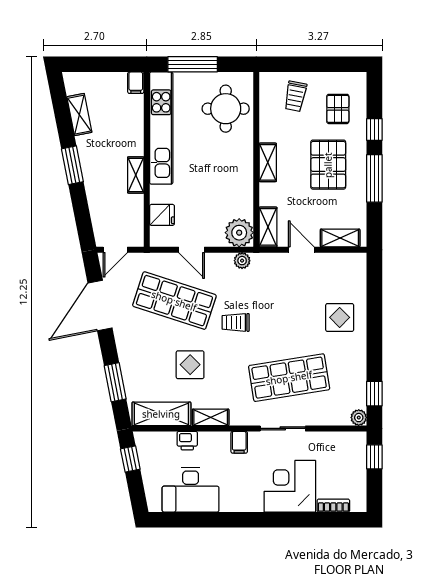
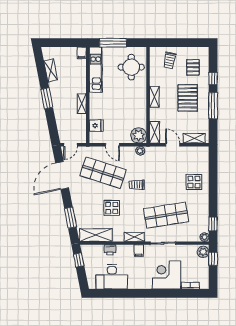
kitchen unit: (161, 128) -> (96, 70), width x0.73
shelving: (211, 417) -> (134, 237), moved
plant: (356, 444) -> (203, 252), added

